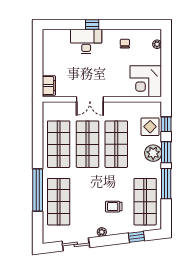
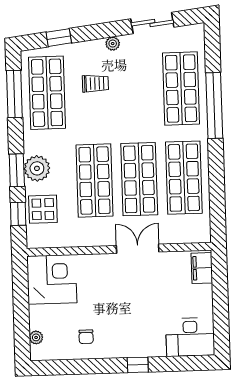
desk: (86, 41) -> (190, 337), moved
window: (166, 184) -> (14, 94), moved

